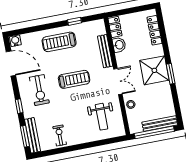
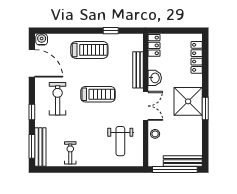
treadmill: (59, 42) -> (89, 50), turned 180
washbasin: (119, 45) -> (155, 78), moved
exercise bike: (39, 90) -> (58, 99), turned 180

